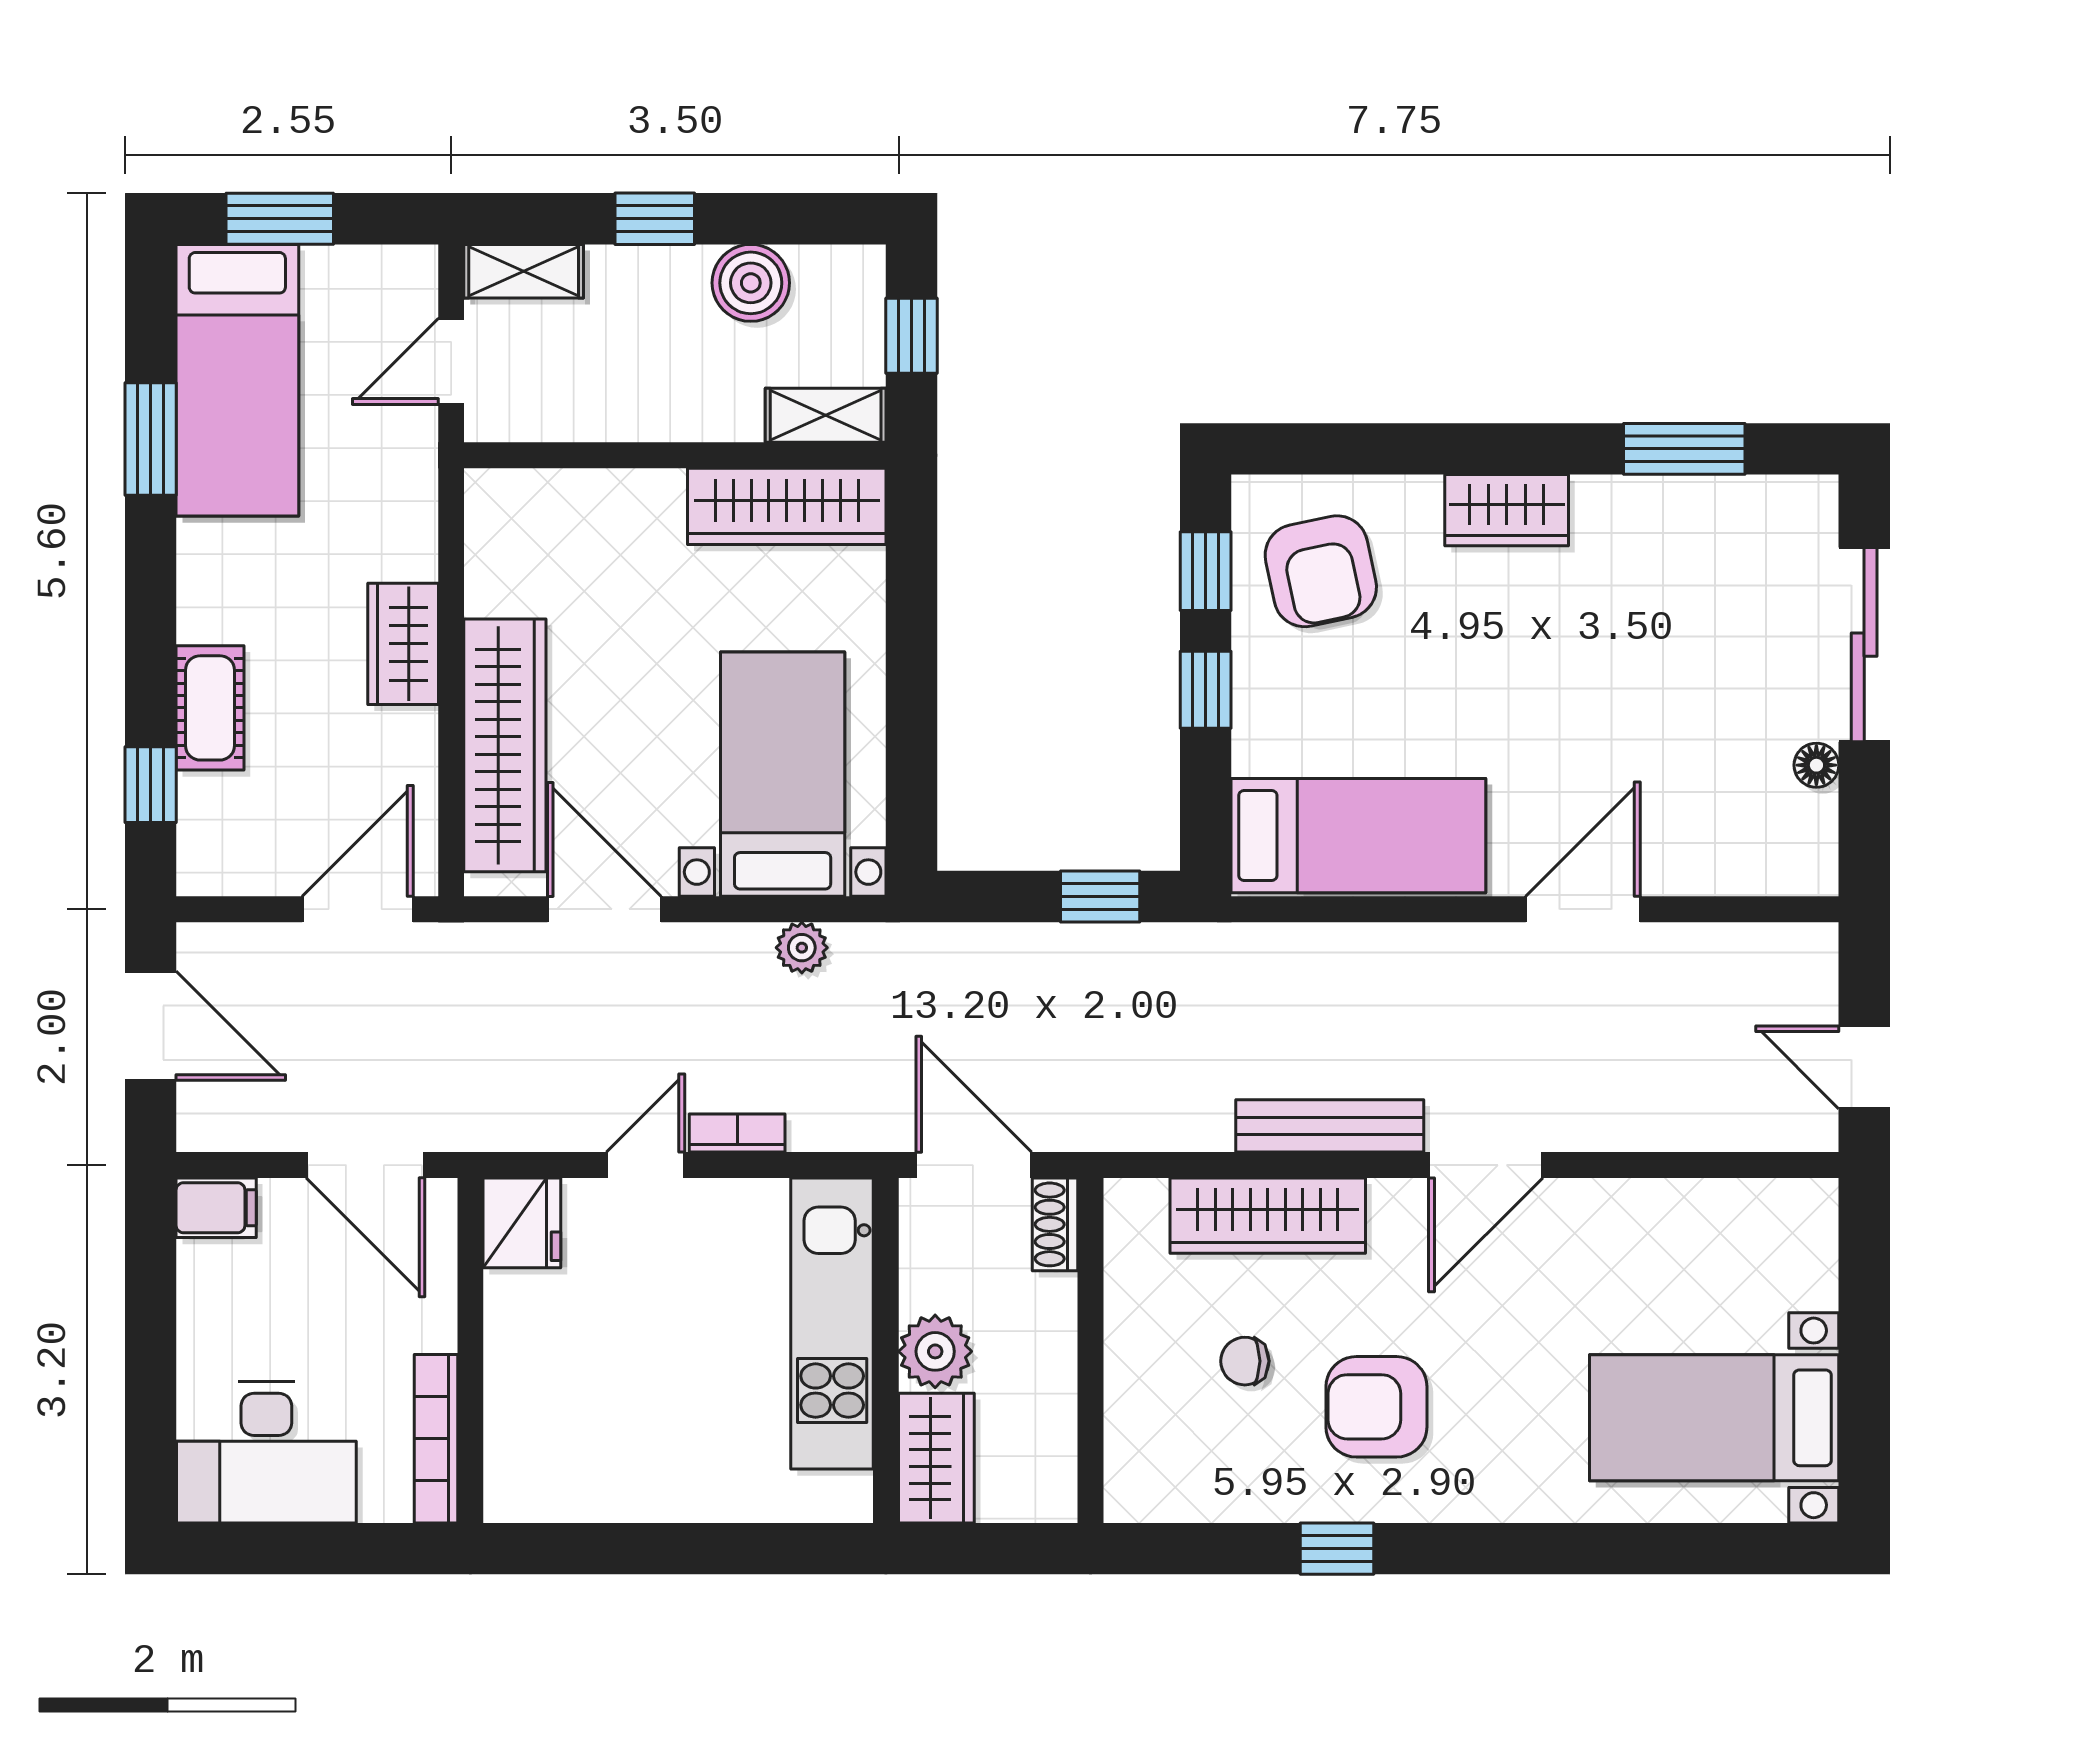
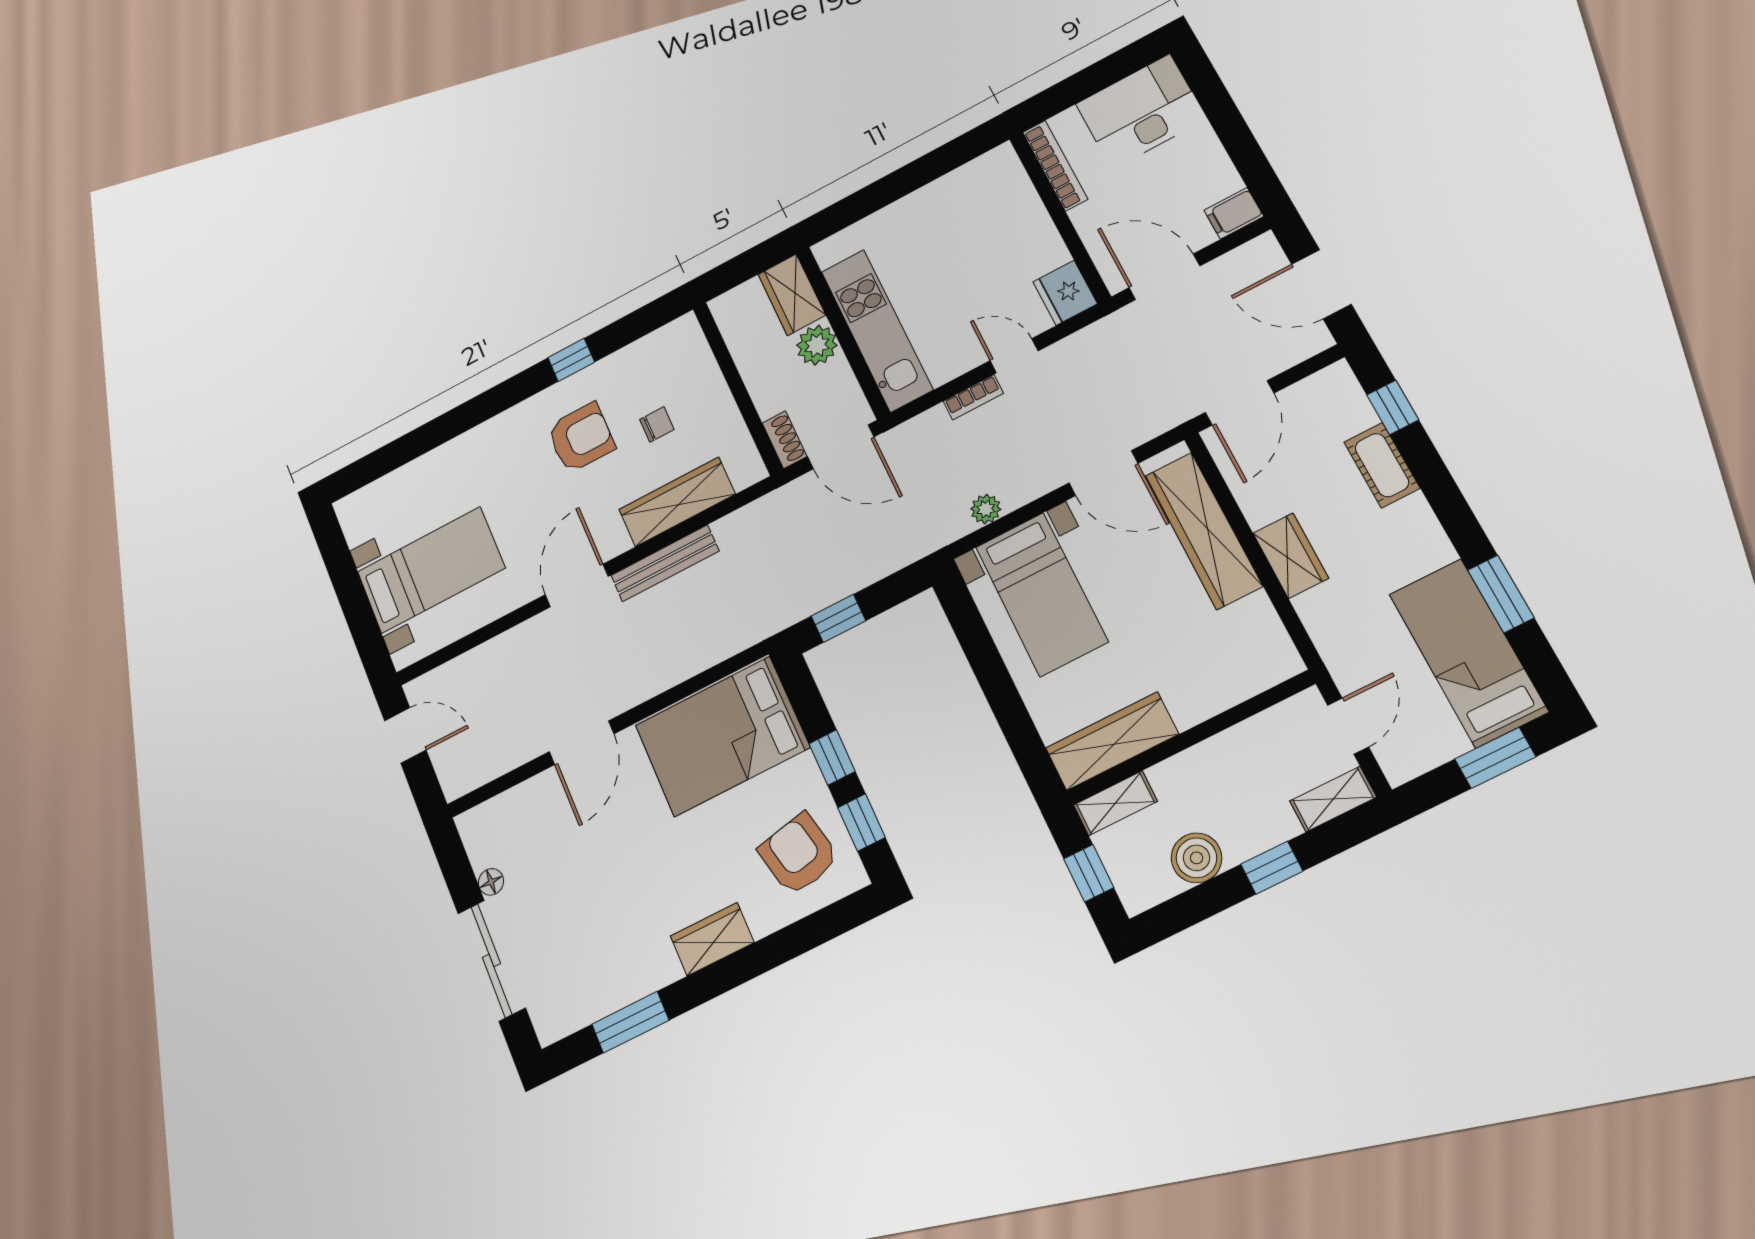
bed: (1358, 836) -> (722, 736), width x1.50
door: (645, 1165) -> (1014, 356), swing flipped
bed with nightstands: (1714, 1418) -> (431, 570), moved

